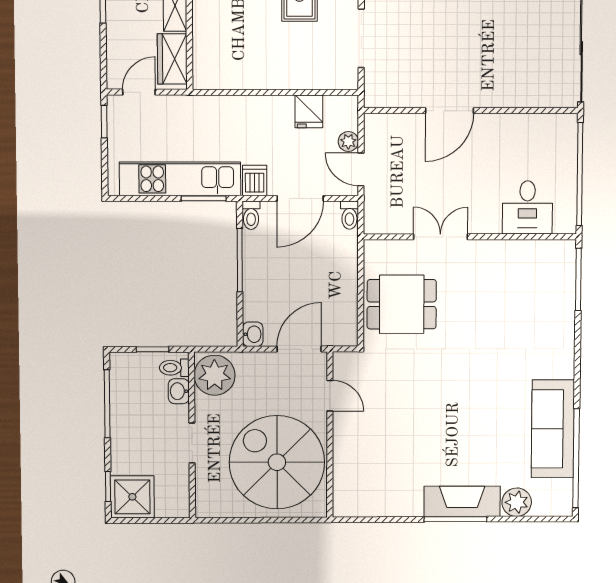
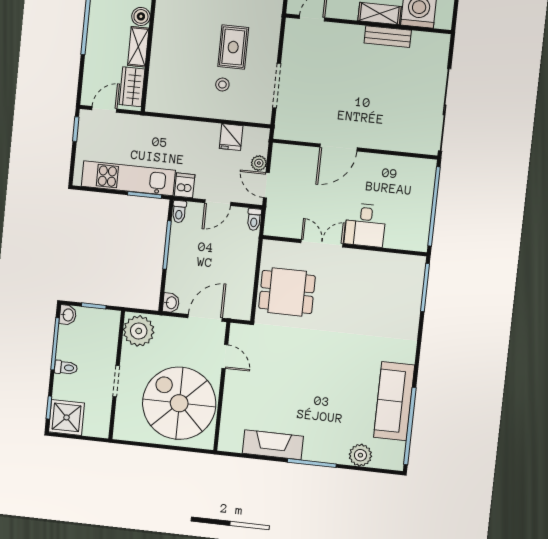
stool: (290, 44) -> (222, 85), added
door: (300, 198) -> (218, 203), width x0.73
desk: (527, 207) -> (365, 225), moved
toilet: (174, 368) -> (66, 368), moved, turned 180
washbasin: (179, 391) -> (68, 315), moved, turned 180
fireplace: (462, 501) -> (273, 445), moved

